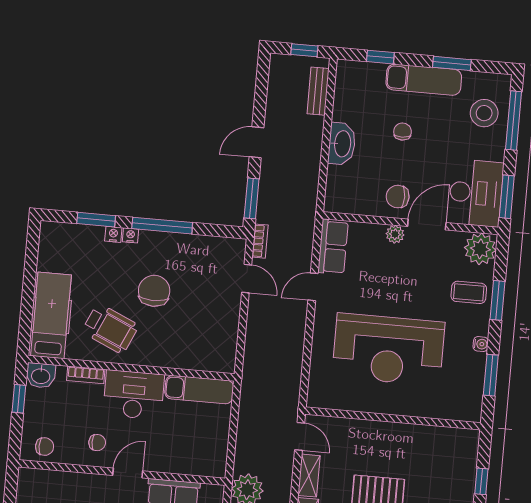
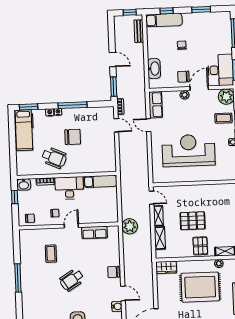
exam couch: (424, 80) -> (164, 20), moved
stool: (484, 113) -> (220, 31), removed
door: (257, 142) -> (113, 59), swing flipped
washbasin: (342, 144) -> (154, 69), moved
window: (96, 220) -> (29, 107), moved
door: (313, 287) -> (149, 125), hinge flipped
chair: (154, 291) -> (73, 137), turned 90
hospital bed: (51, 315) -> (24, 130), moved, turned 180
reception desk: (388, 350) -> (189, 150), turned 180

